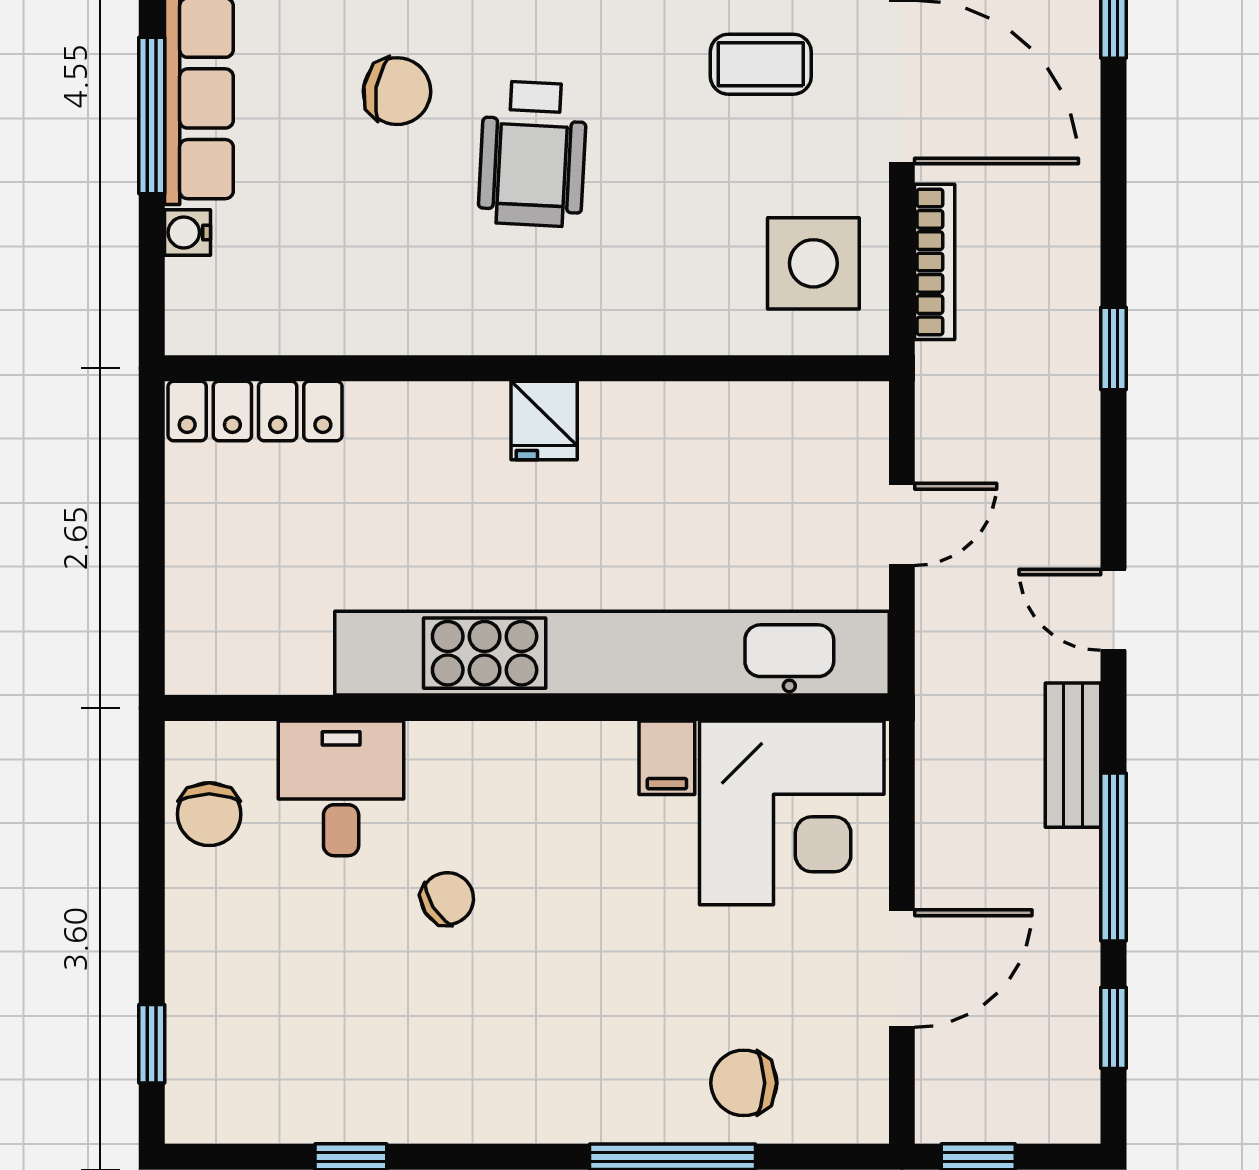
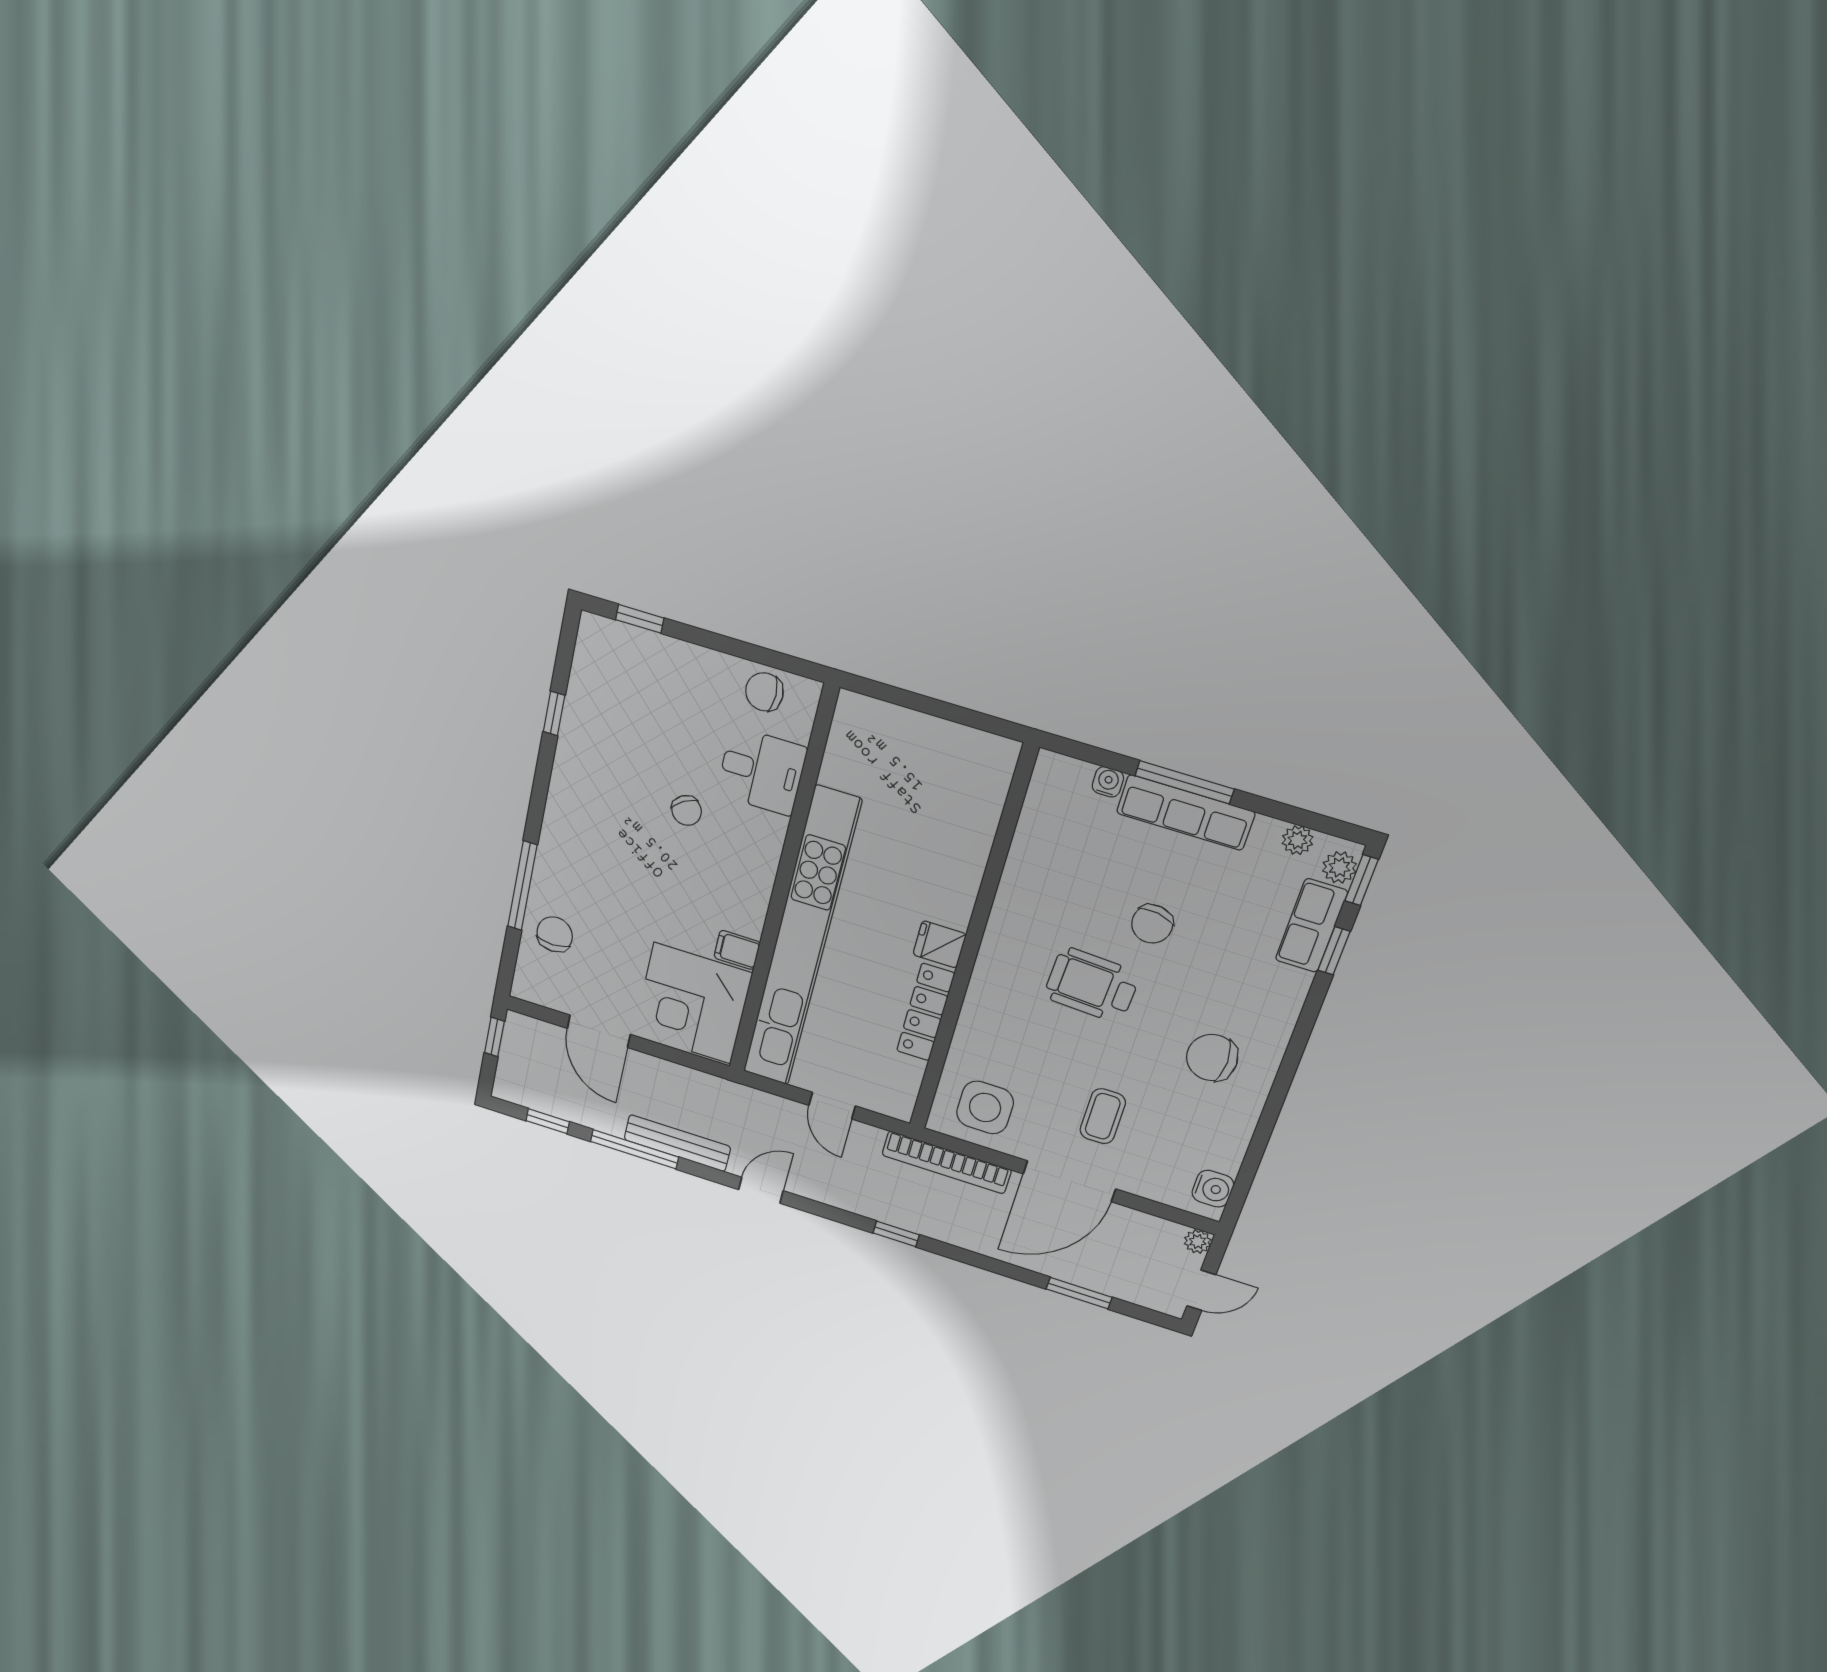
bookcase: (935, 262) -> (947, 1162), width x1.48, depth x1.31
locker: (255, 411) -> (926, 1012), moved
bench: (1073, 755) -> (677, 1143), width x1.36

